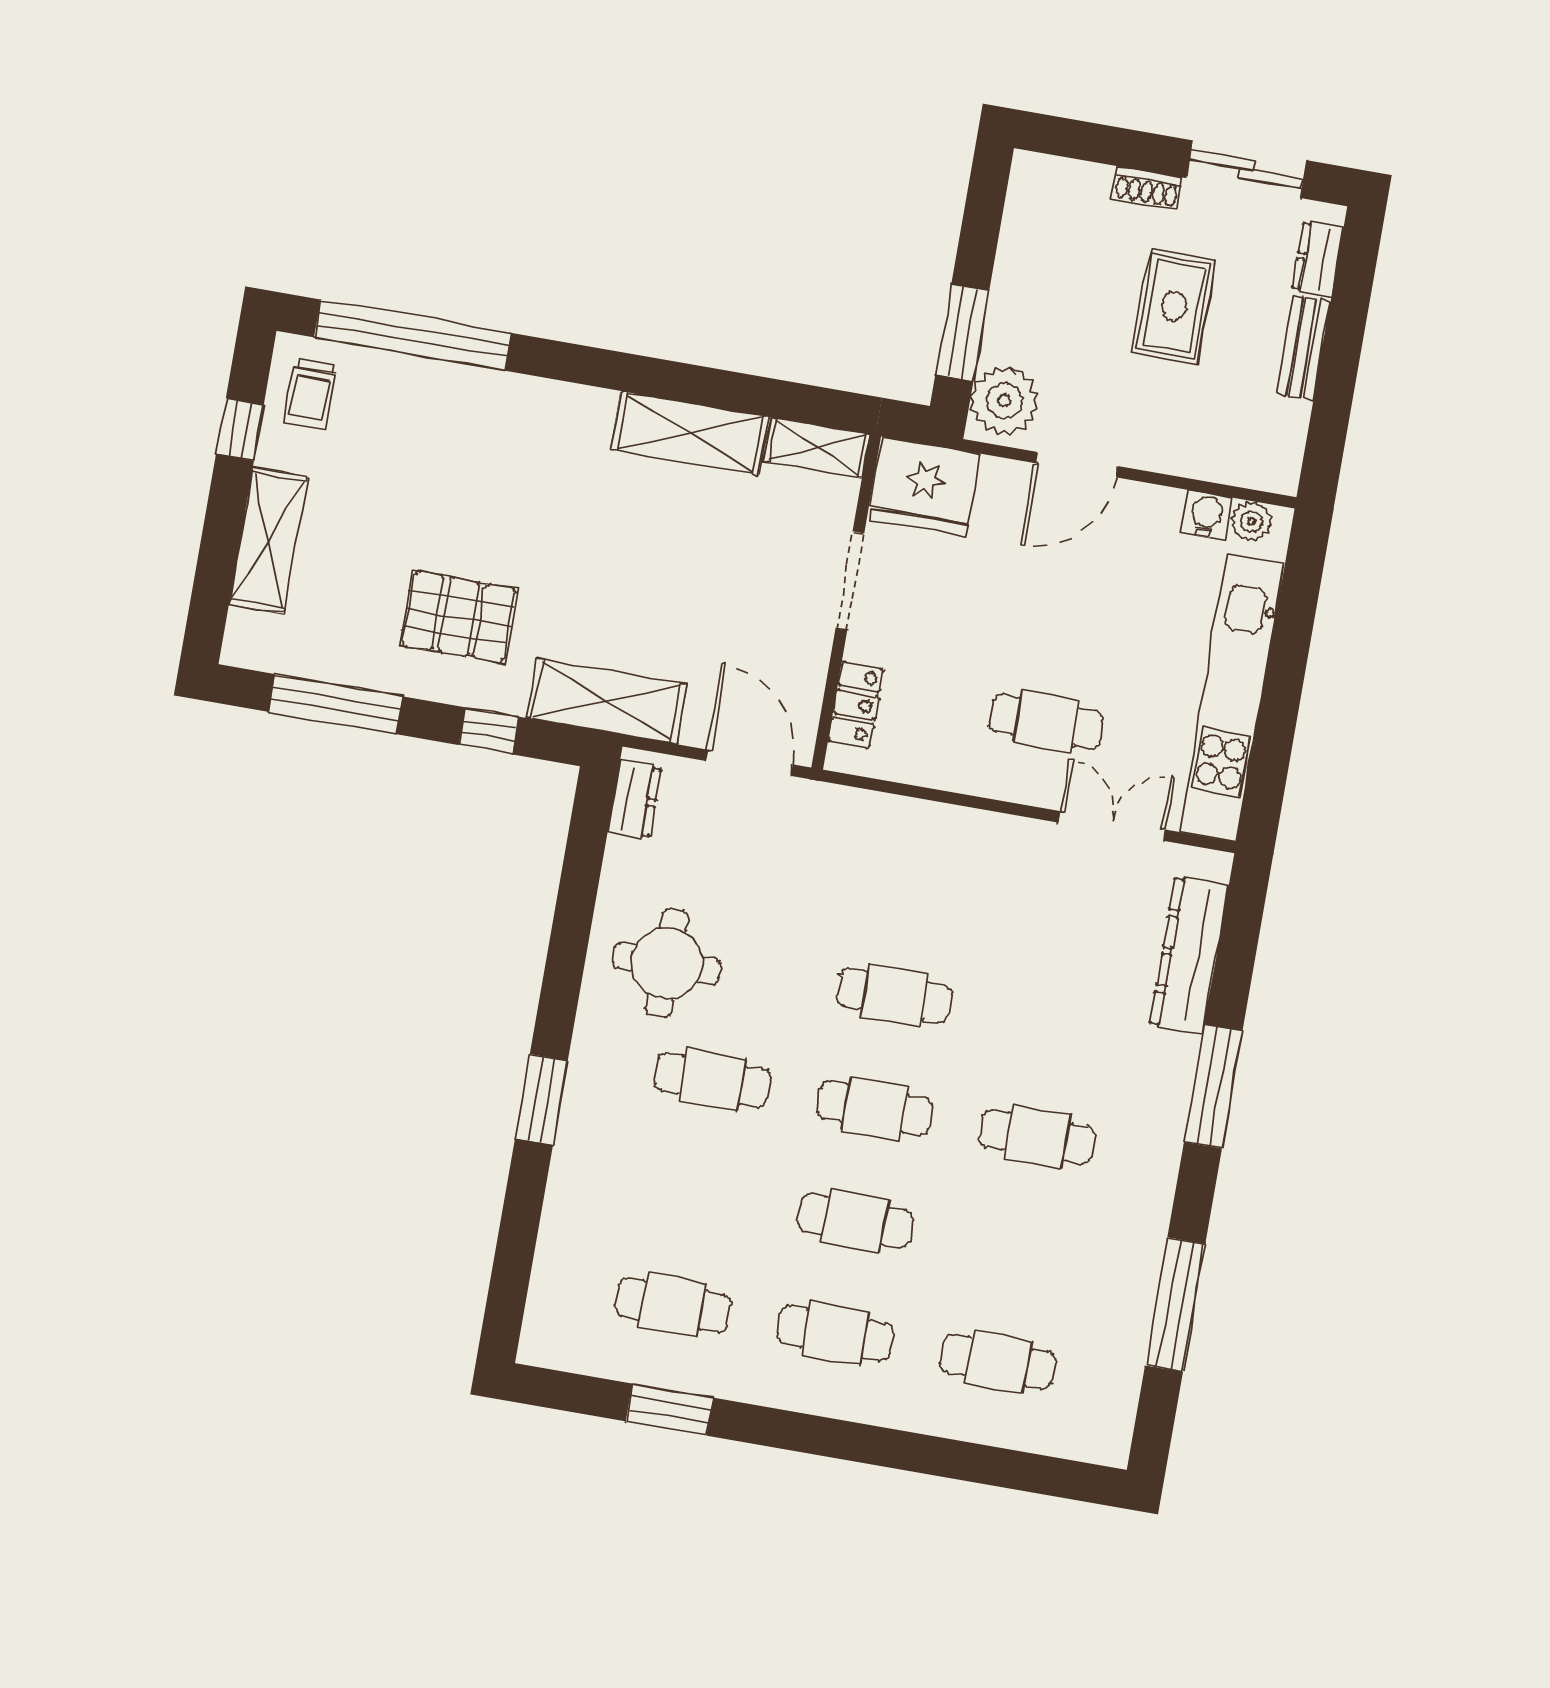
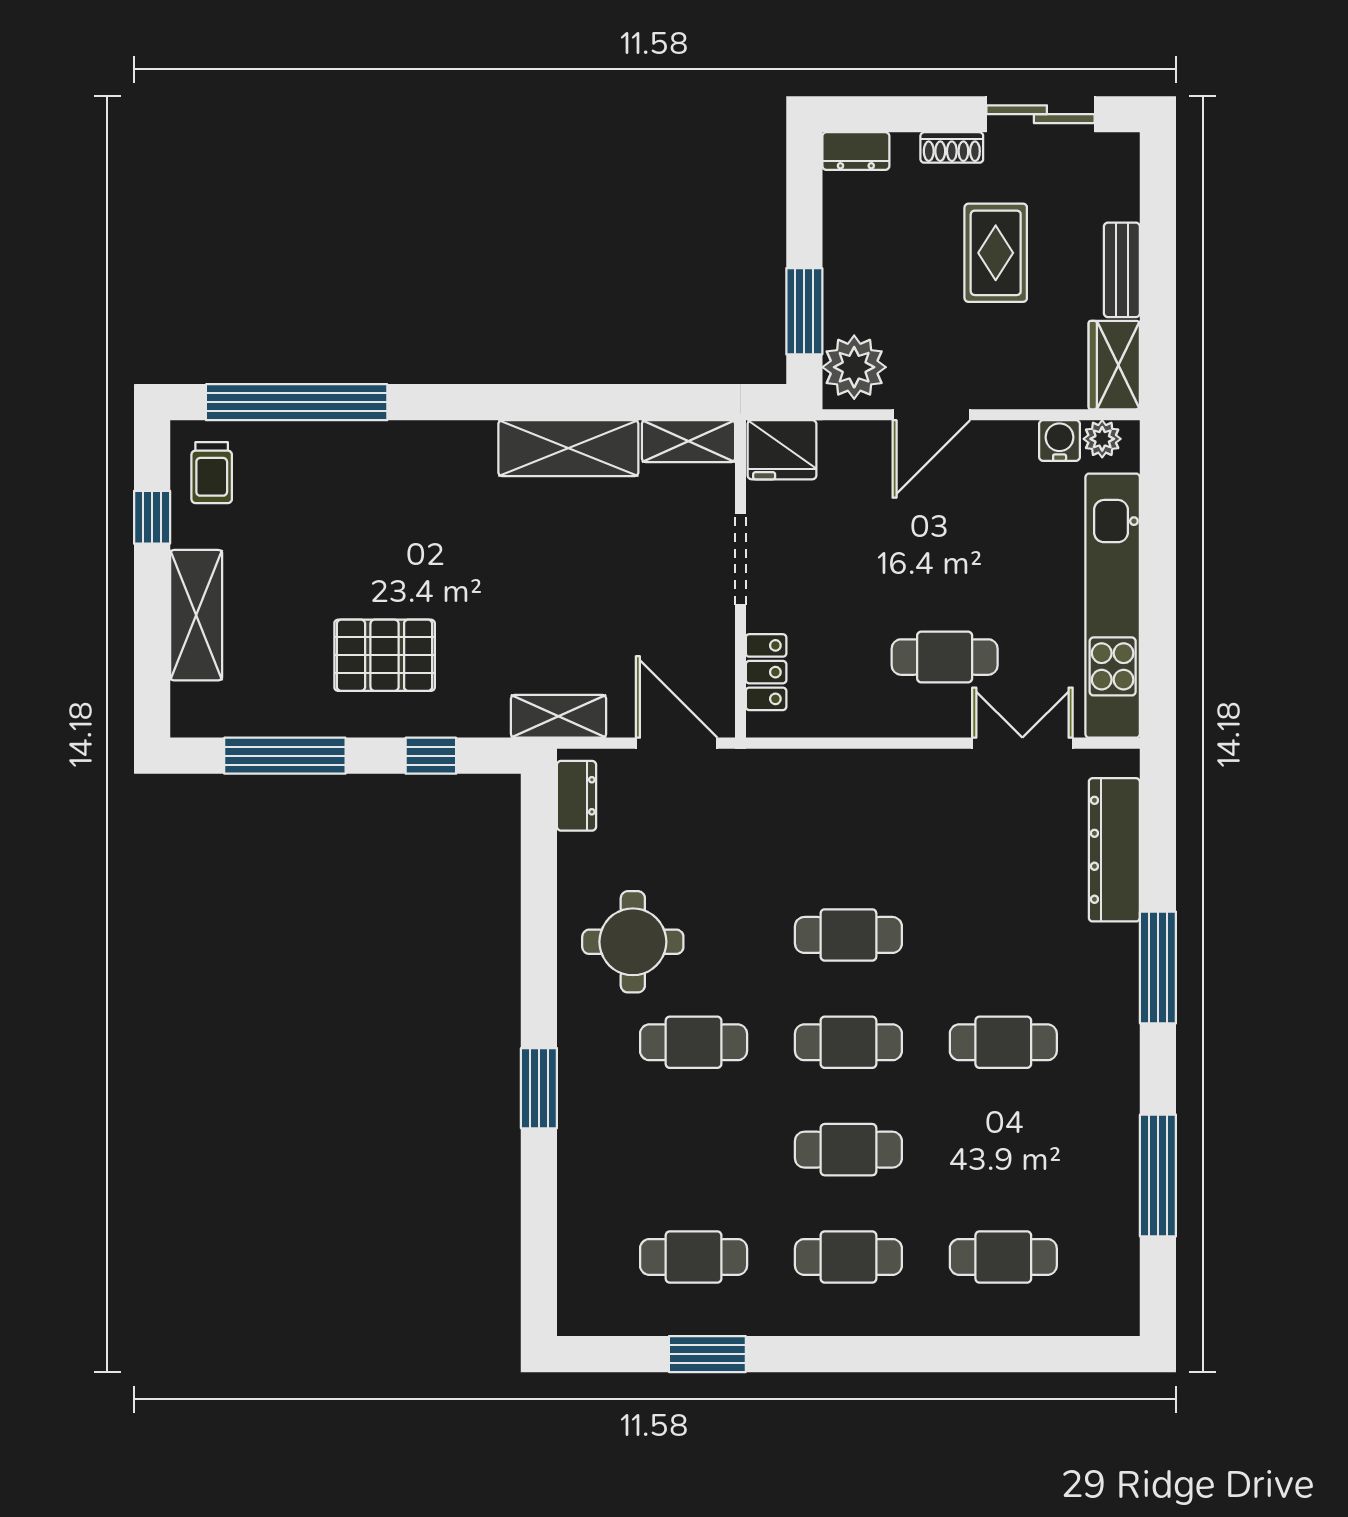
dresser: (1318, 259) -> (856, 151), moved, turned -90
wardrobe: (1278, 446) -> (1114, 365), added
fridge: (925, 487) -> (782, 450), width x0.73, depth x0.75
shelving: (606, 701) -> (559, 716), width x0.67, depth x0.75

